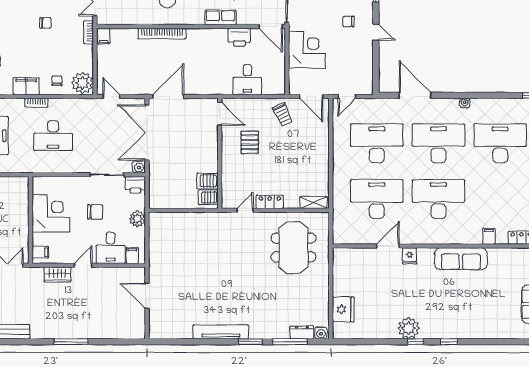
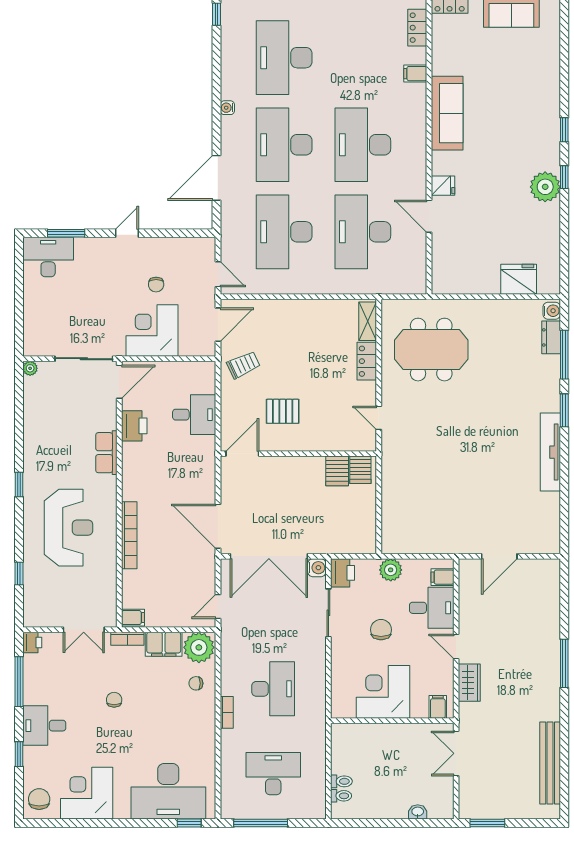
chair: (349, 21) -> (156, 285), moved
filing cabinet: (26, 86) -> (164, 644), moved, turned -90
locker: (270, 202) -> (367, 361), moved

